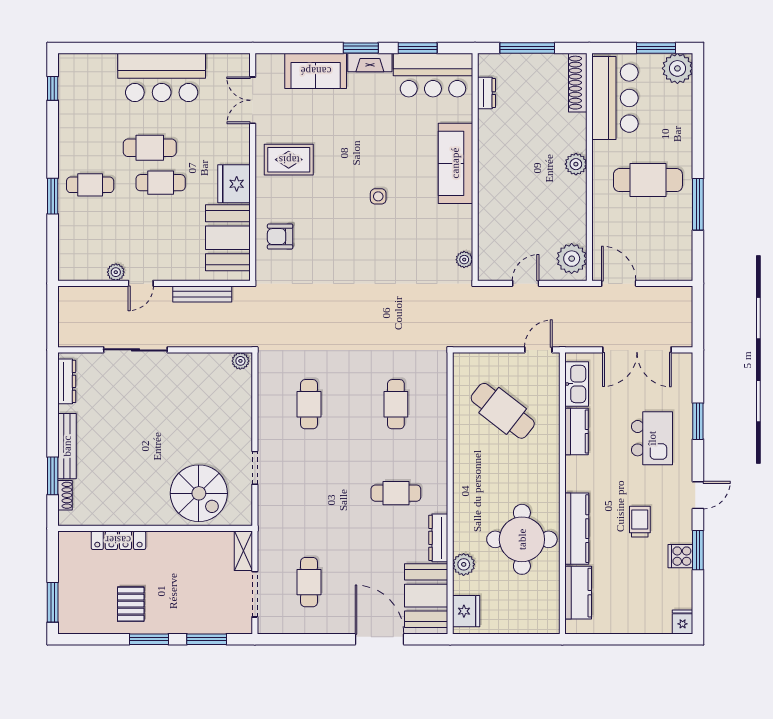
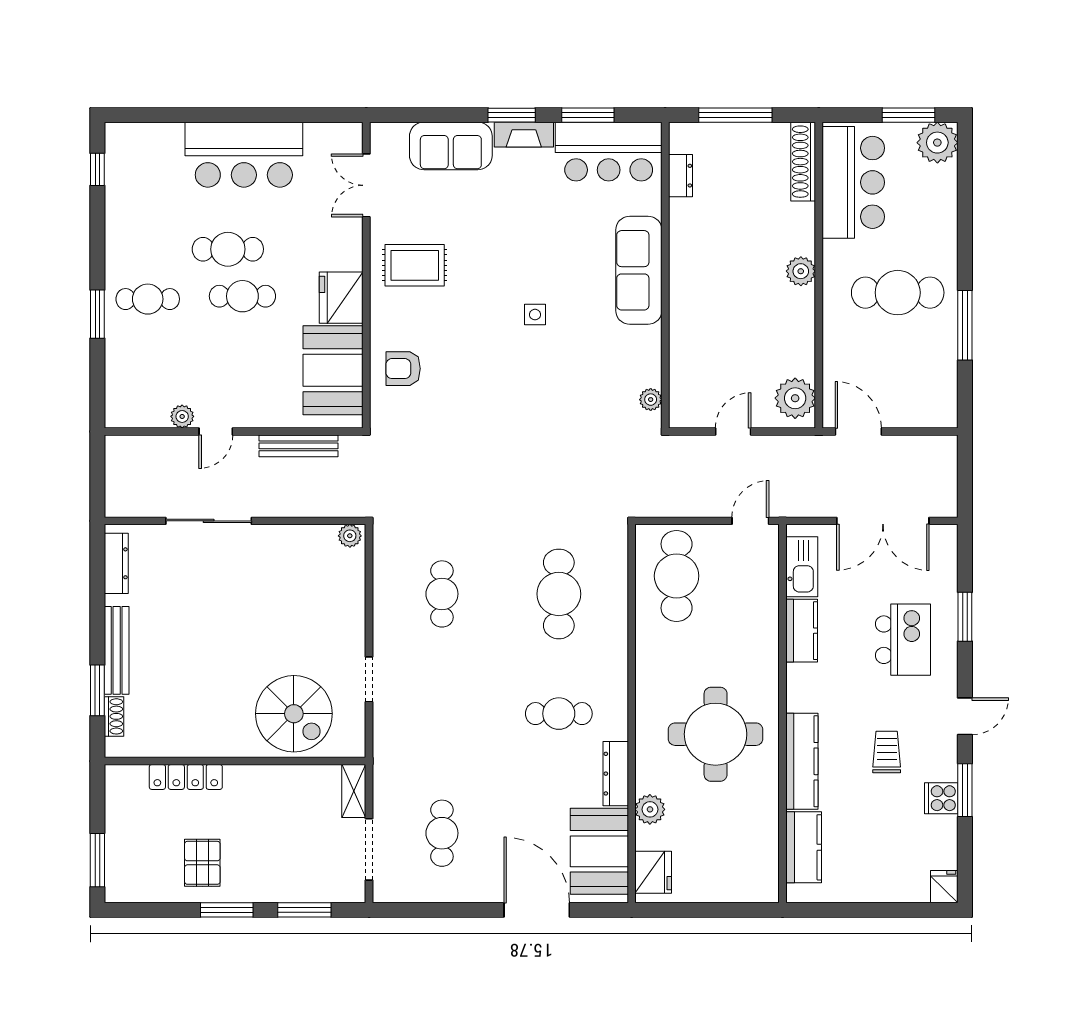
cafe table: (396, 404) -> (559, 594), width x1.37, depth x1.35
cafe table: (503, 411) -> (677, 576), moved, turned 52
round table: (522, 539) -> (716, 734), moved

